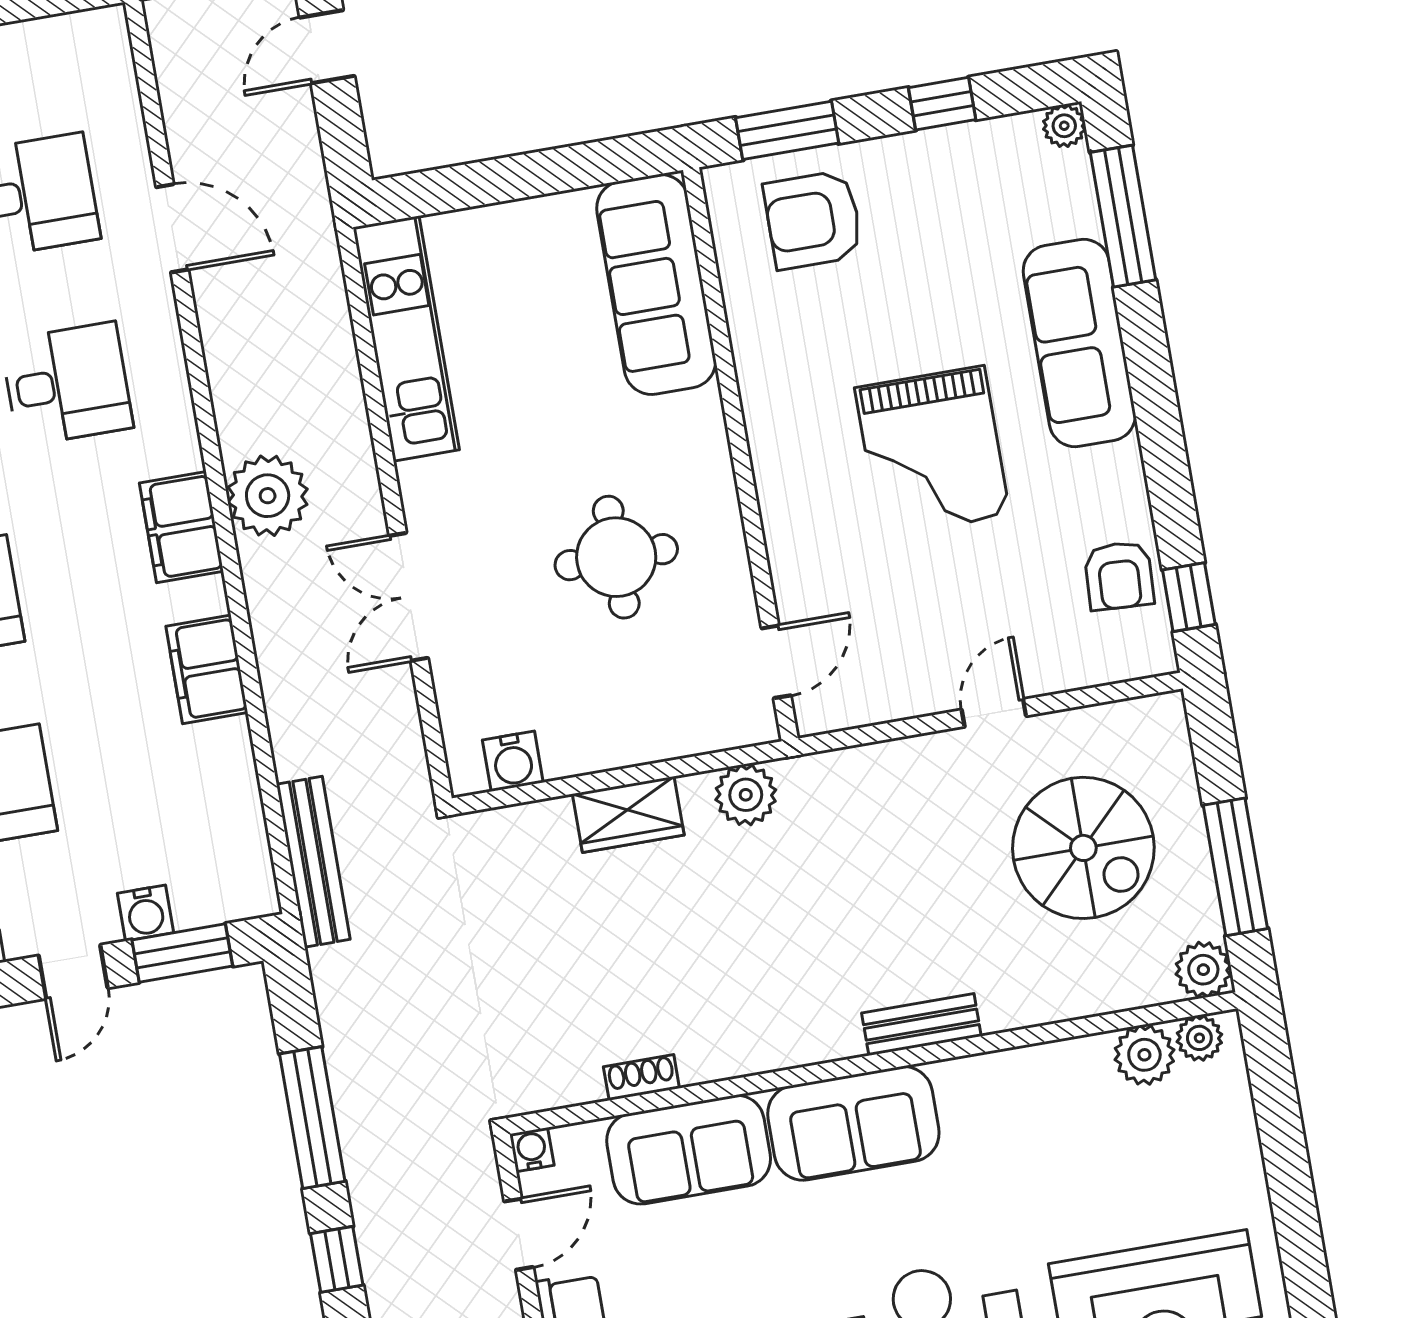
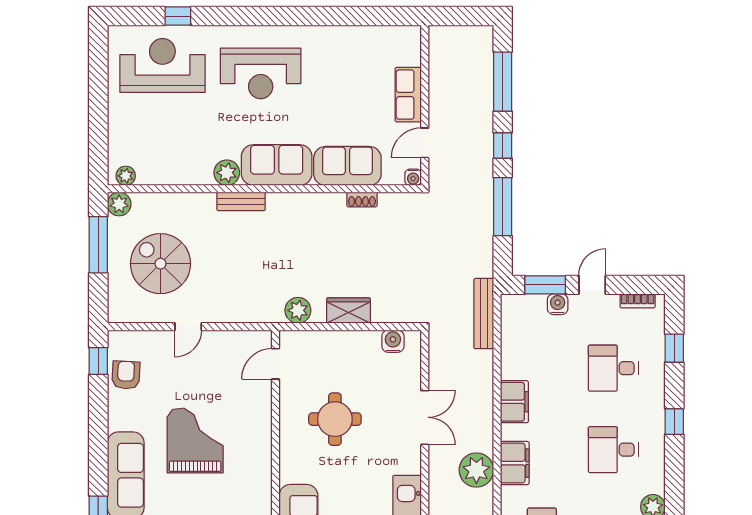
plant: (1144, 1055) -> (227, 173), moved

